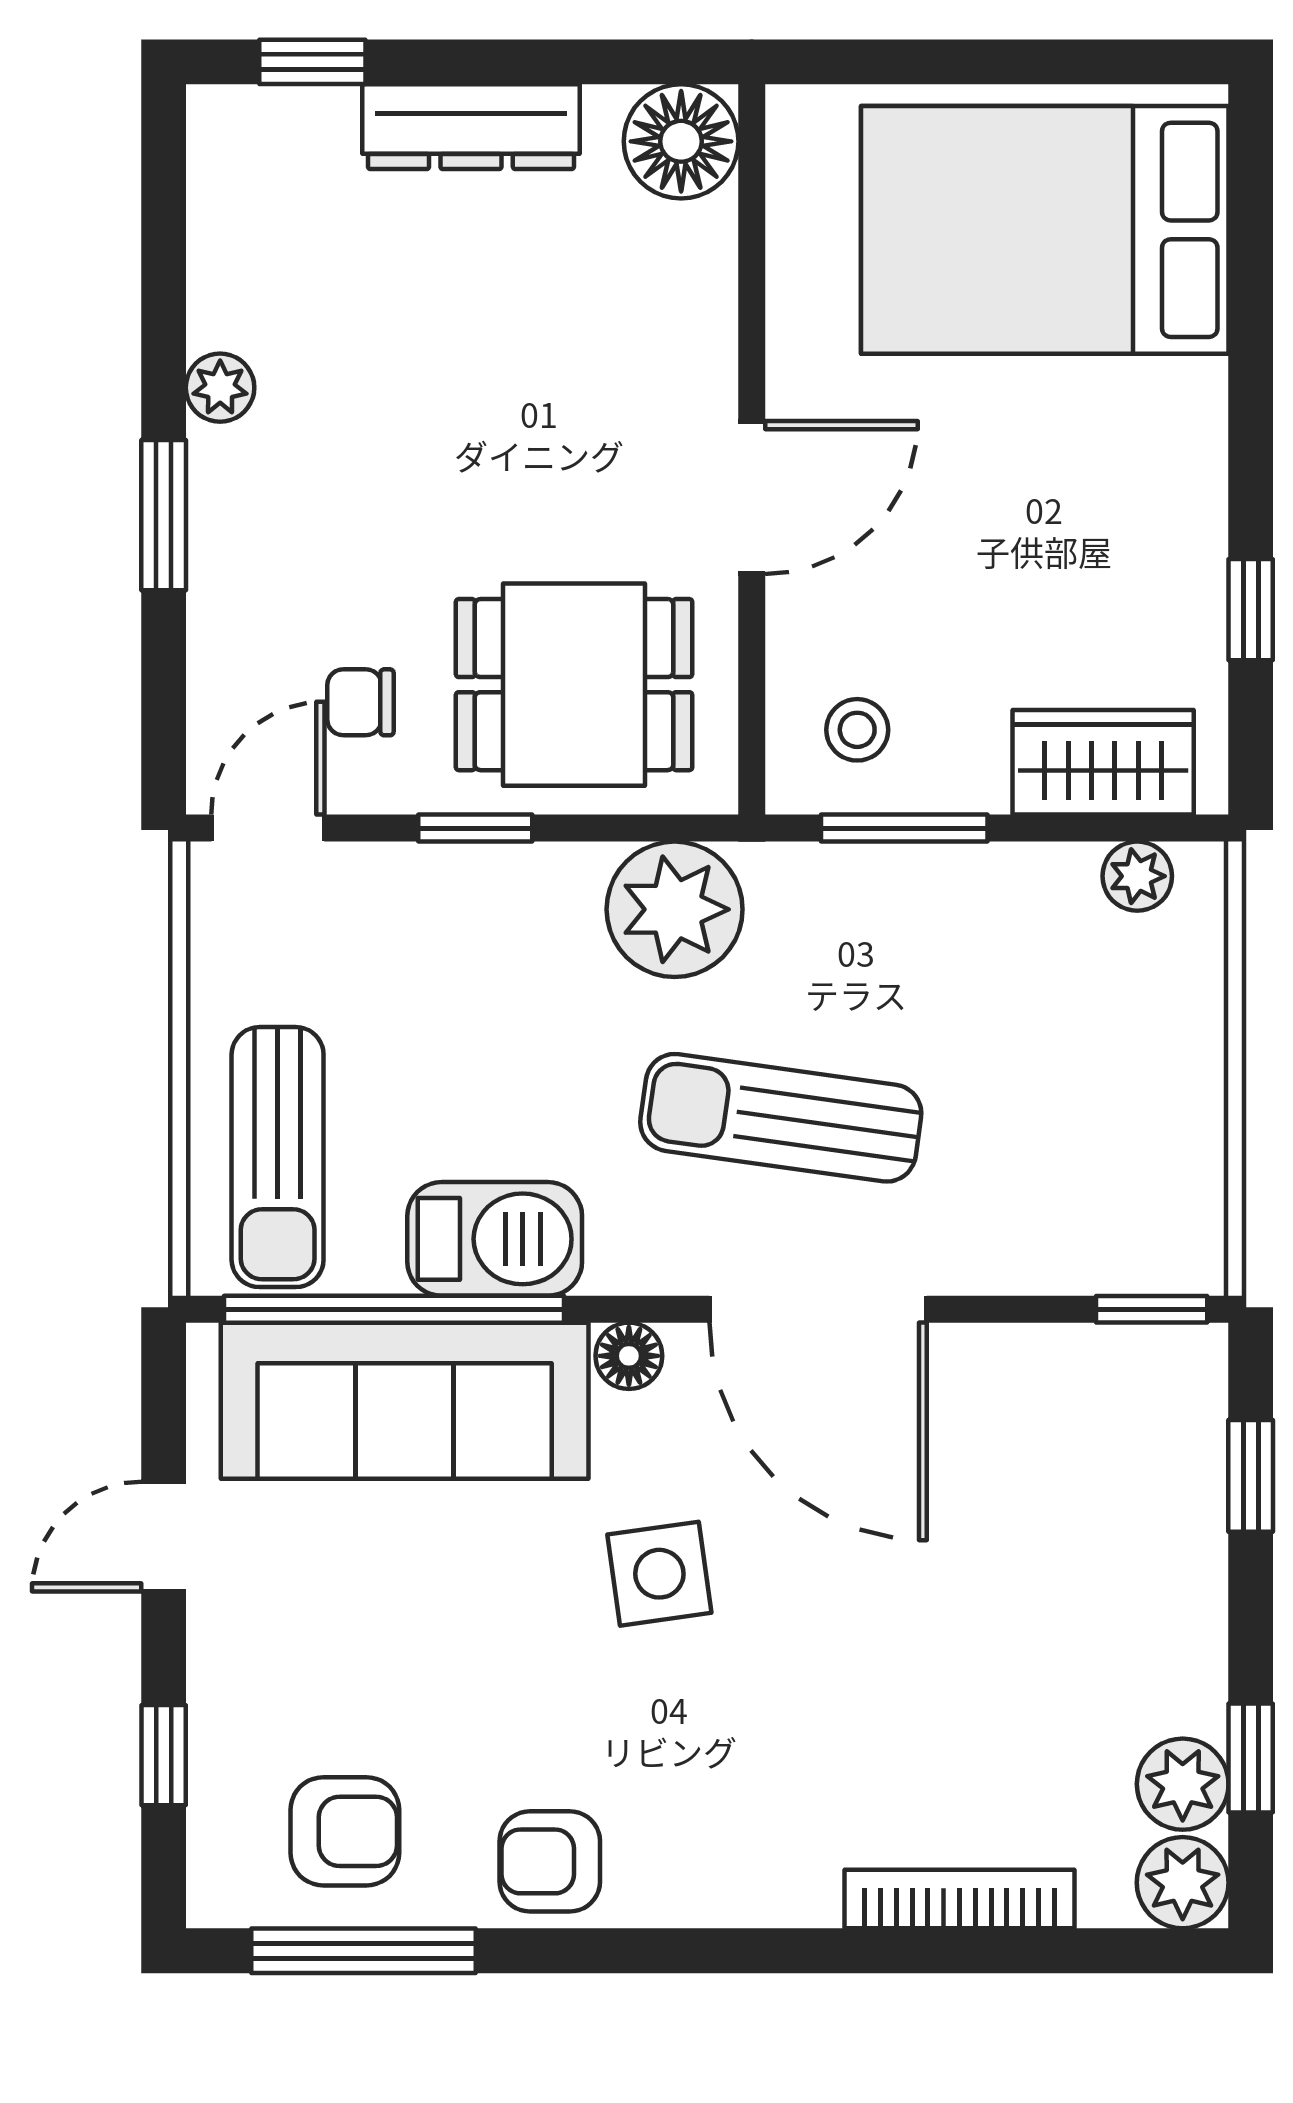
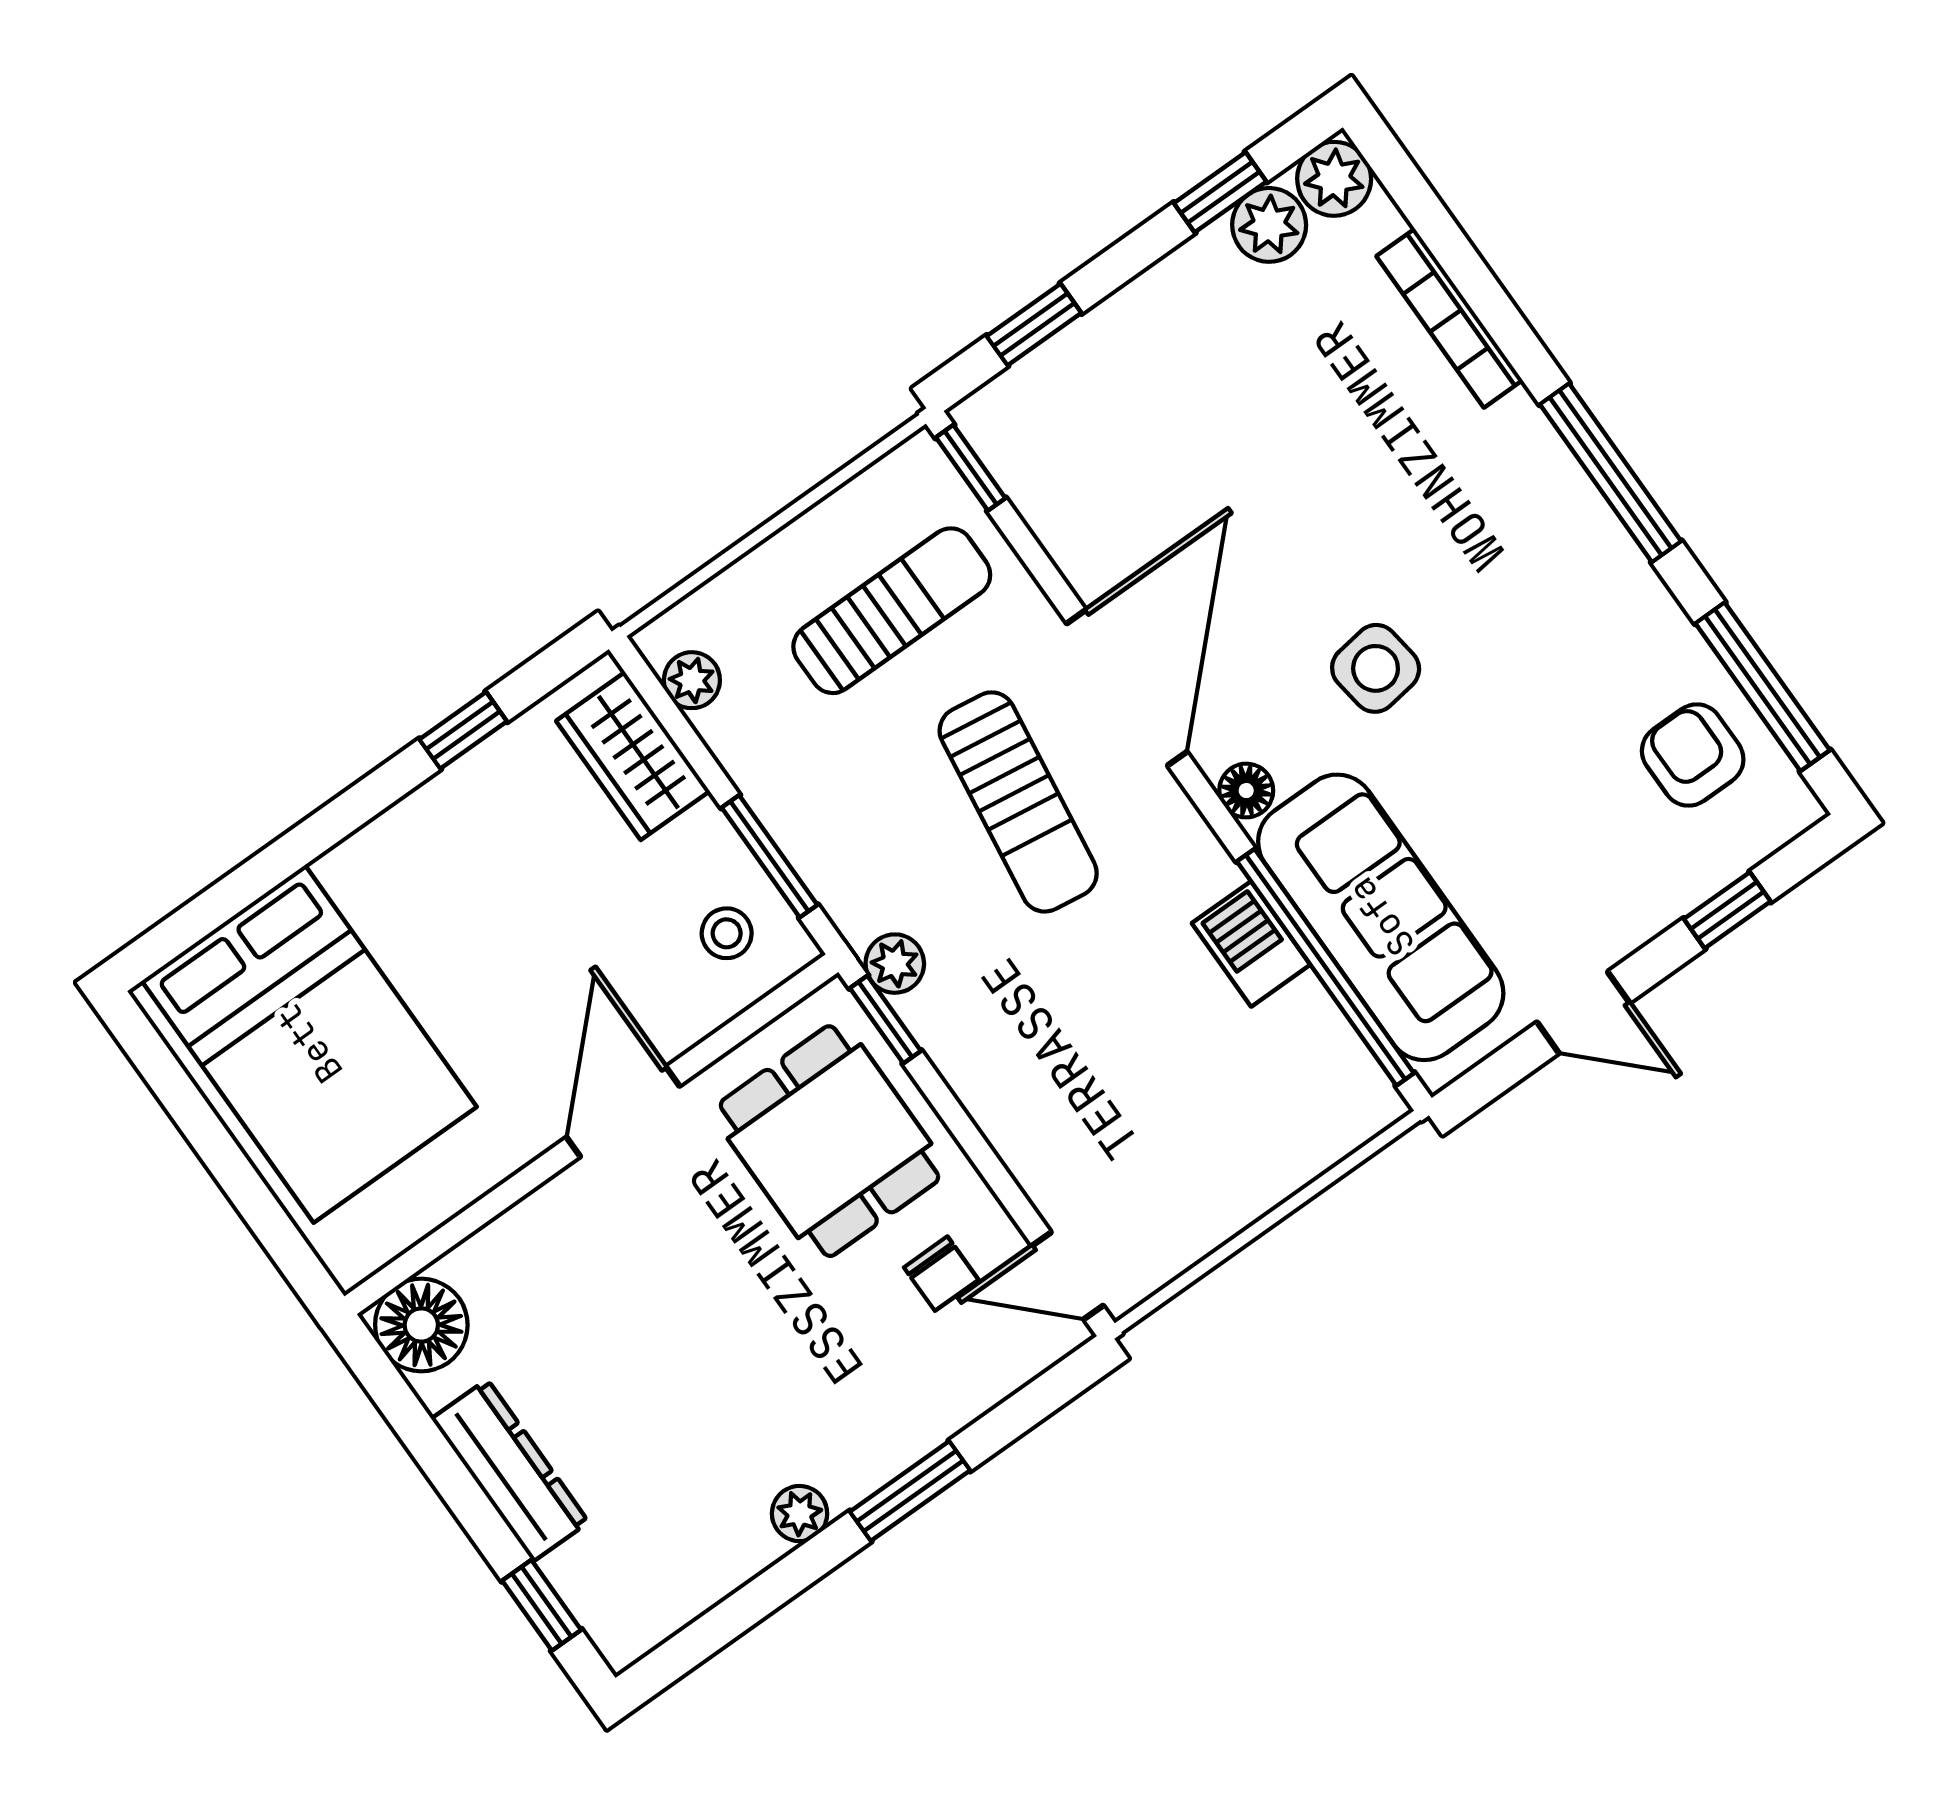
door: (752, 498) -> (623, 1112), hinge flipped
window: (475, 828) -> (885, 1019), moved
plant: (675, 909) -> (895, 964), width x0.53, depth x0.53
sun lounger: (278, 1157) -> (892, 611), moved
barbecue: (495, 1239) -> (1251, 944), width x0.73, depth x0.79
armchair: (550, 1861) -> (1616, 606), removed
window: (688, 1951) -> (1610, 473), added

